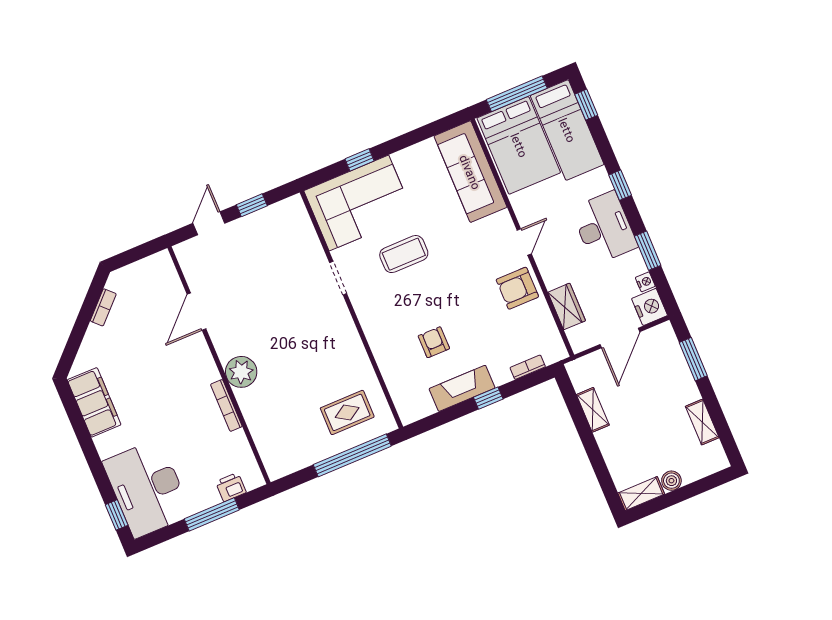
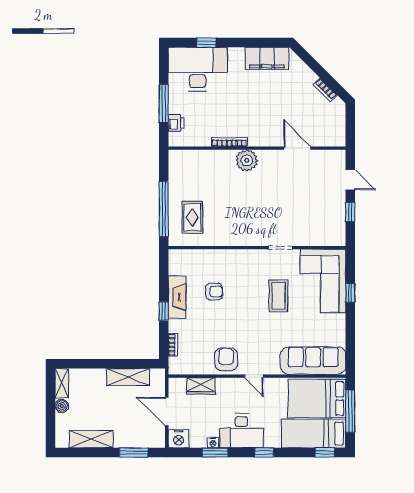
nightstand: (645, 282) -> (213, 443), moved
shelving: (593, 410) -> (128, 377), width x1.50, depth x1.33
shelving: (702, 422) -> (91, 439), width x1.50, depth x1.33
window: (117, 515) -> (206, 43), moved

